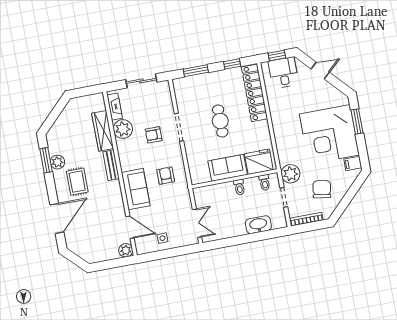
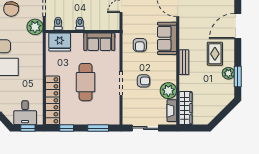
cafe table: (220, 121) -> (86, 82), width x1.37, depth x1.35
wardrobe: (103, 131) -> (186, 108), moved
sofa: (228, 168) -> (99, 42), moved

